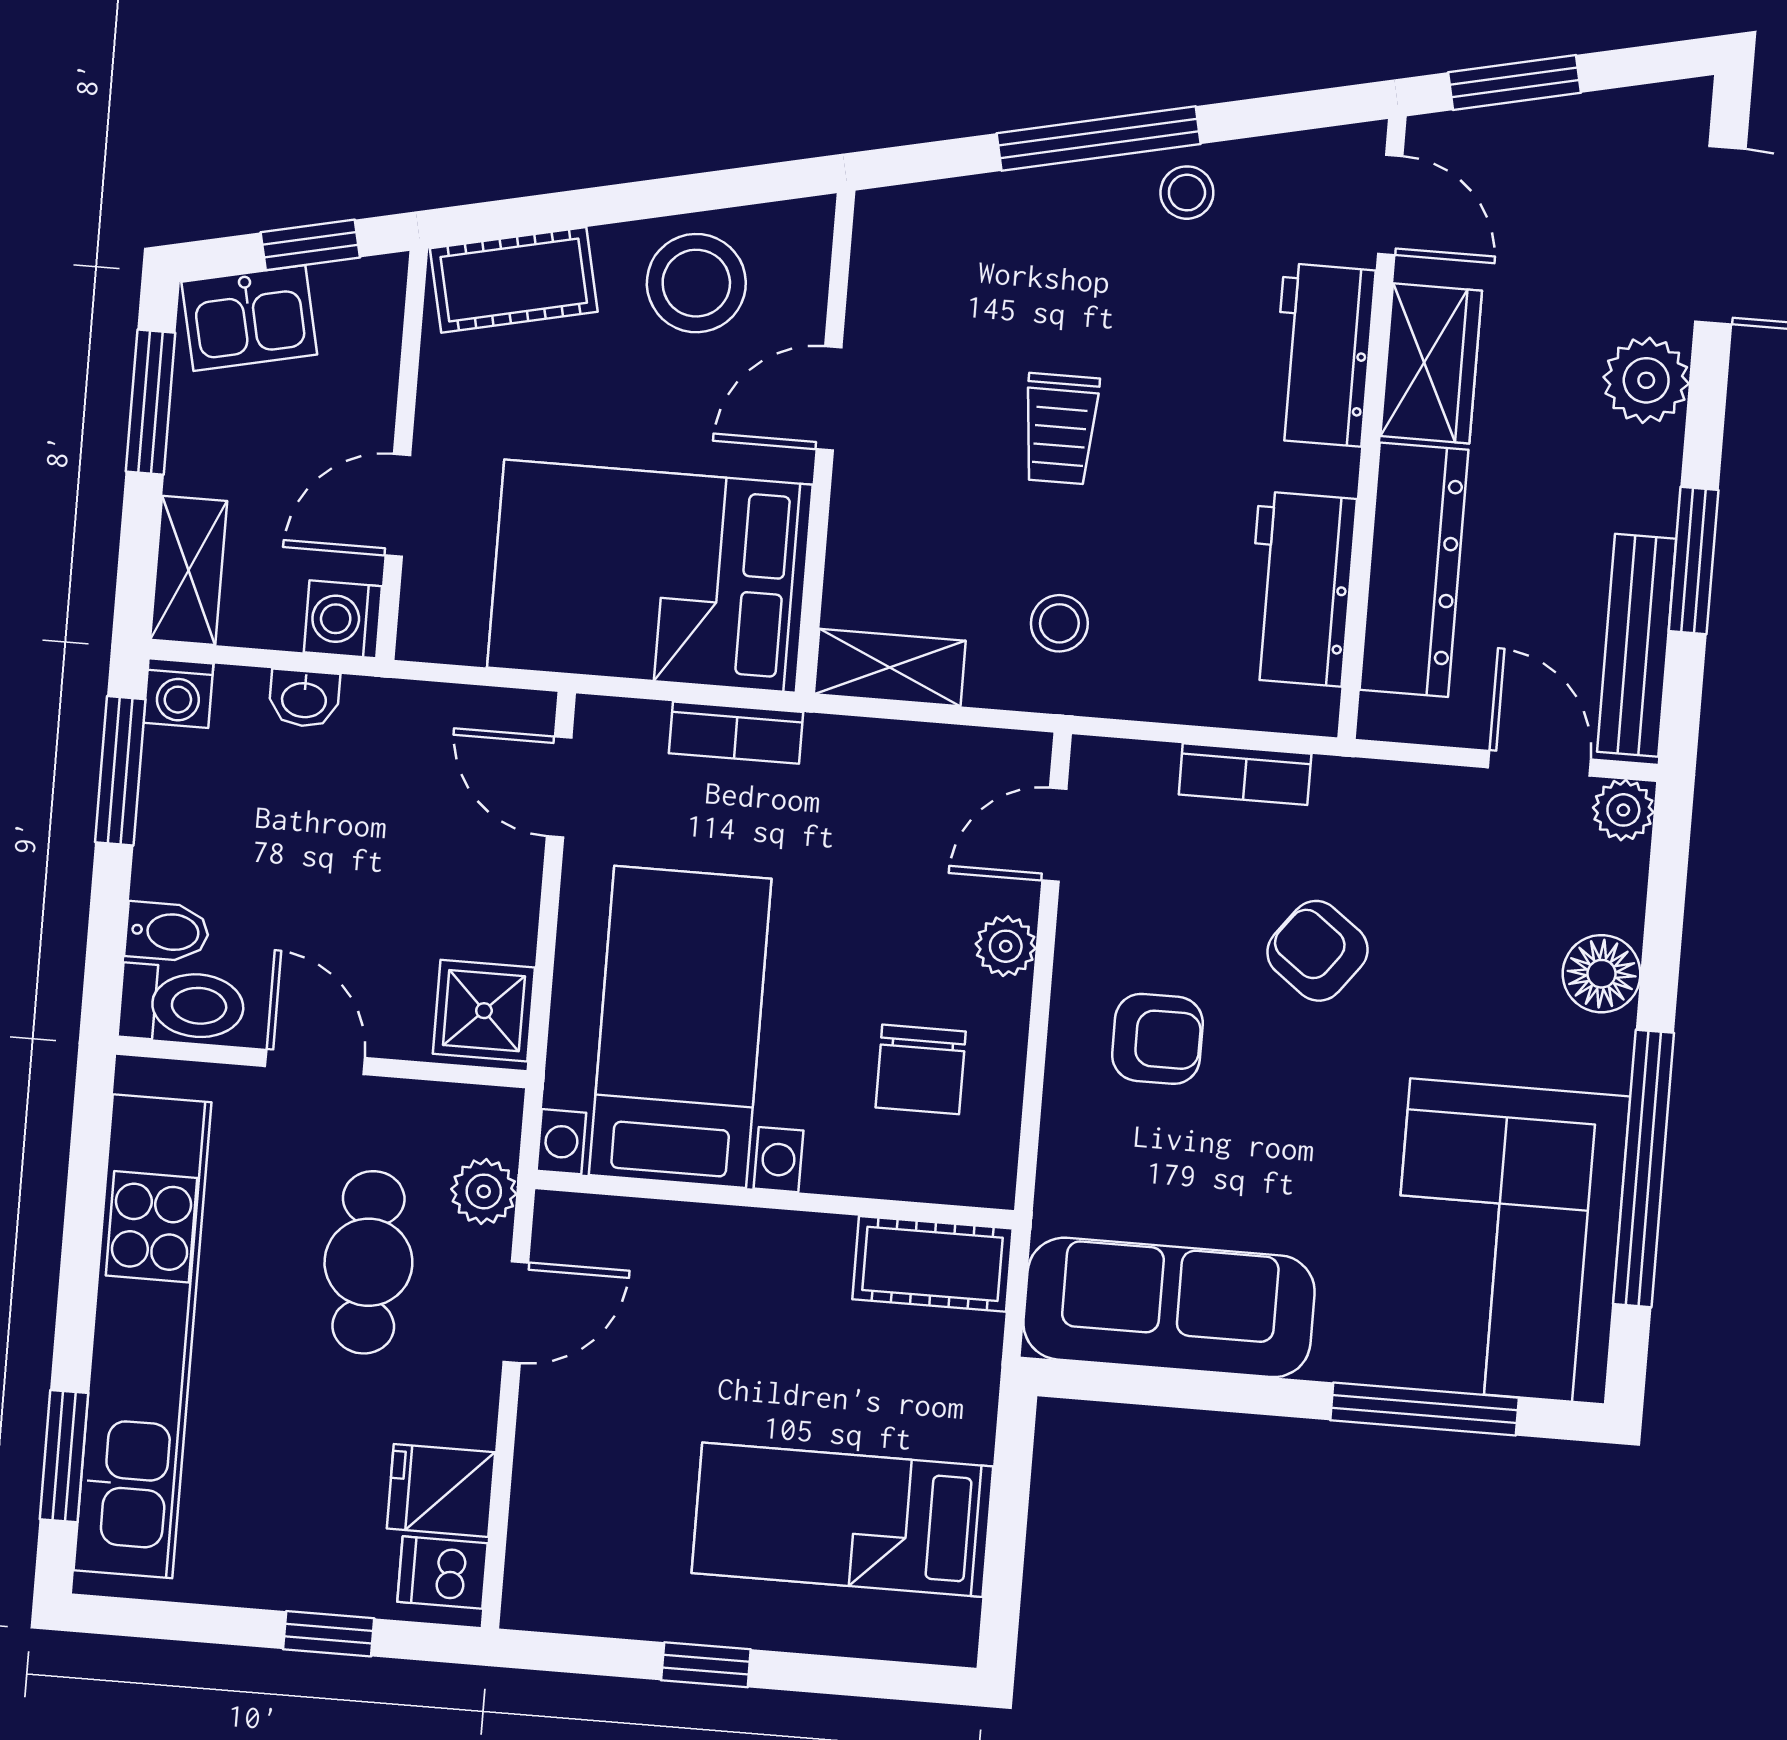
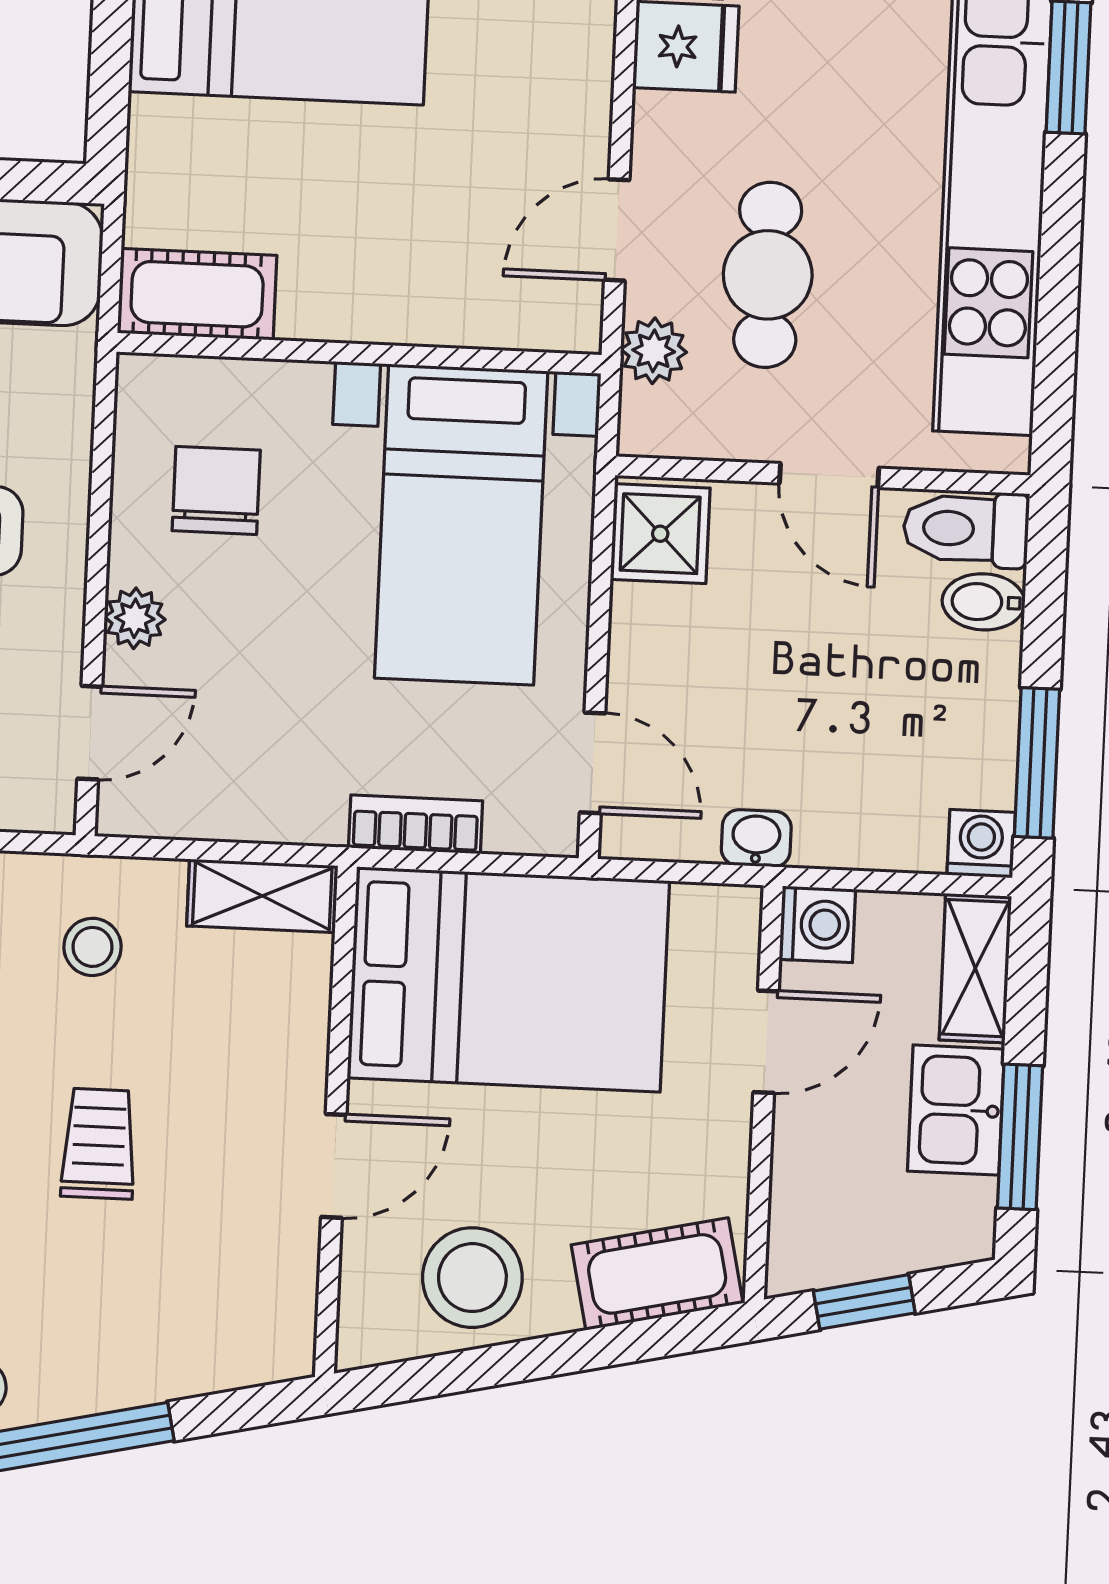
kitchen sink: (249, 318) -> (956, 1110), moved, turned -78
washbasin: (304, 699) -> (756, 838), moved

